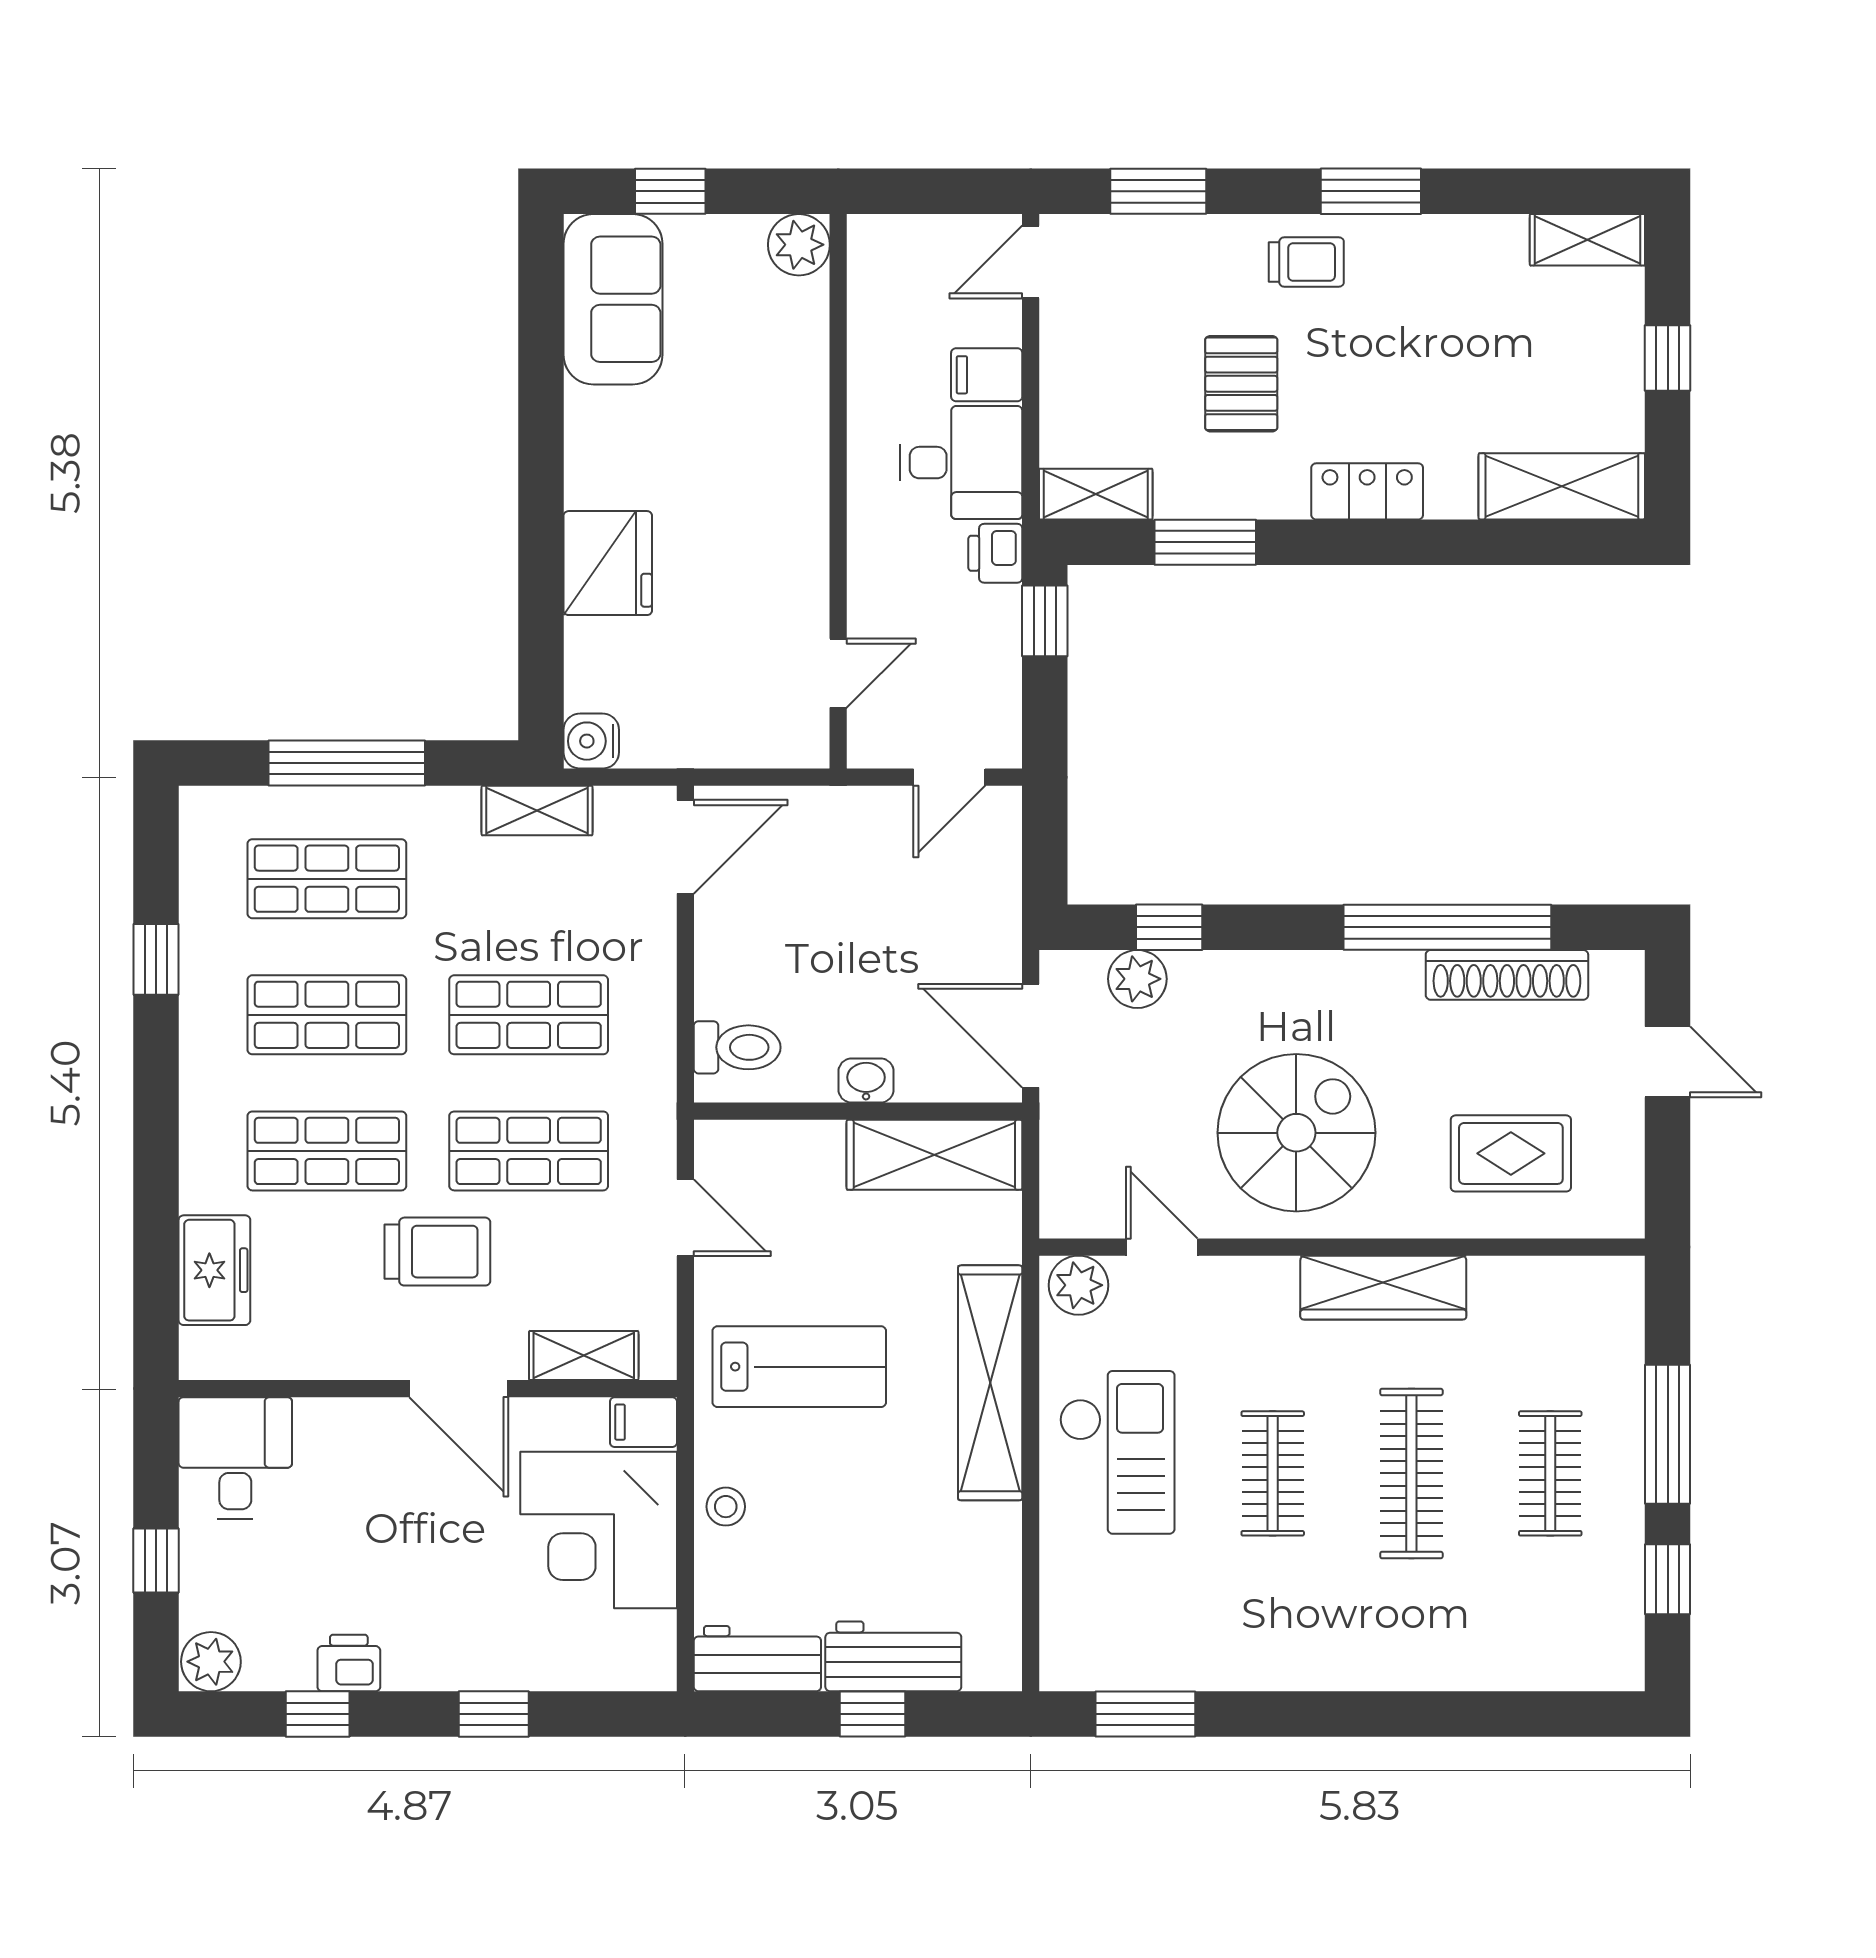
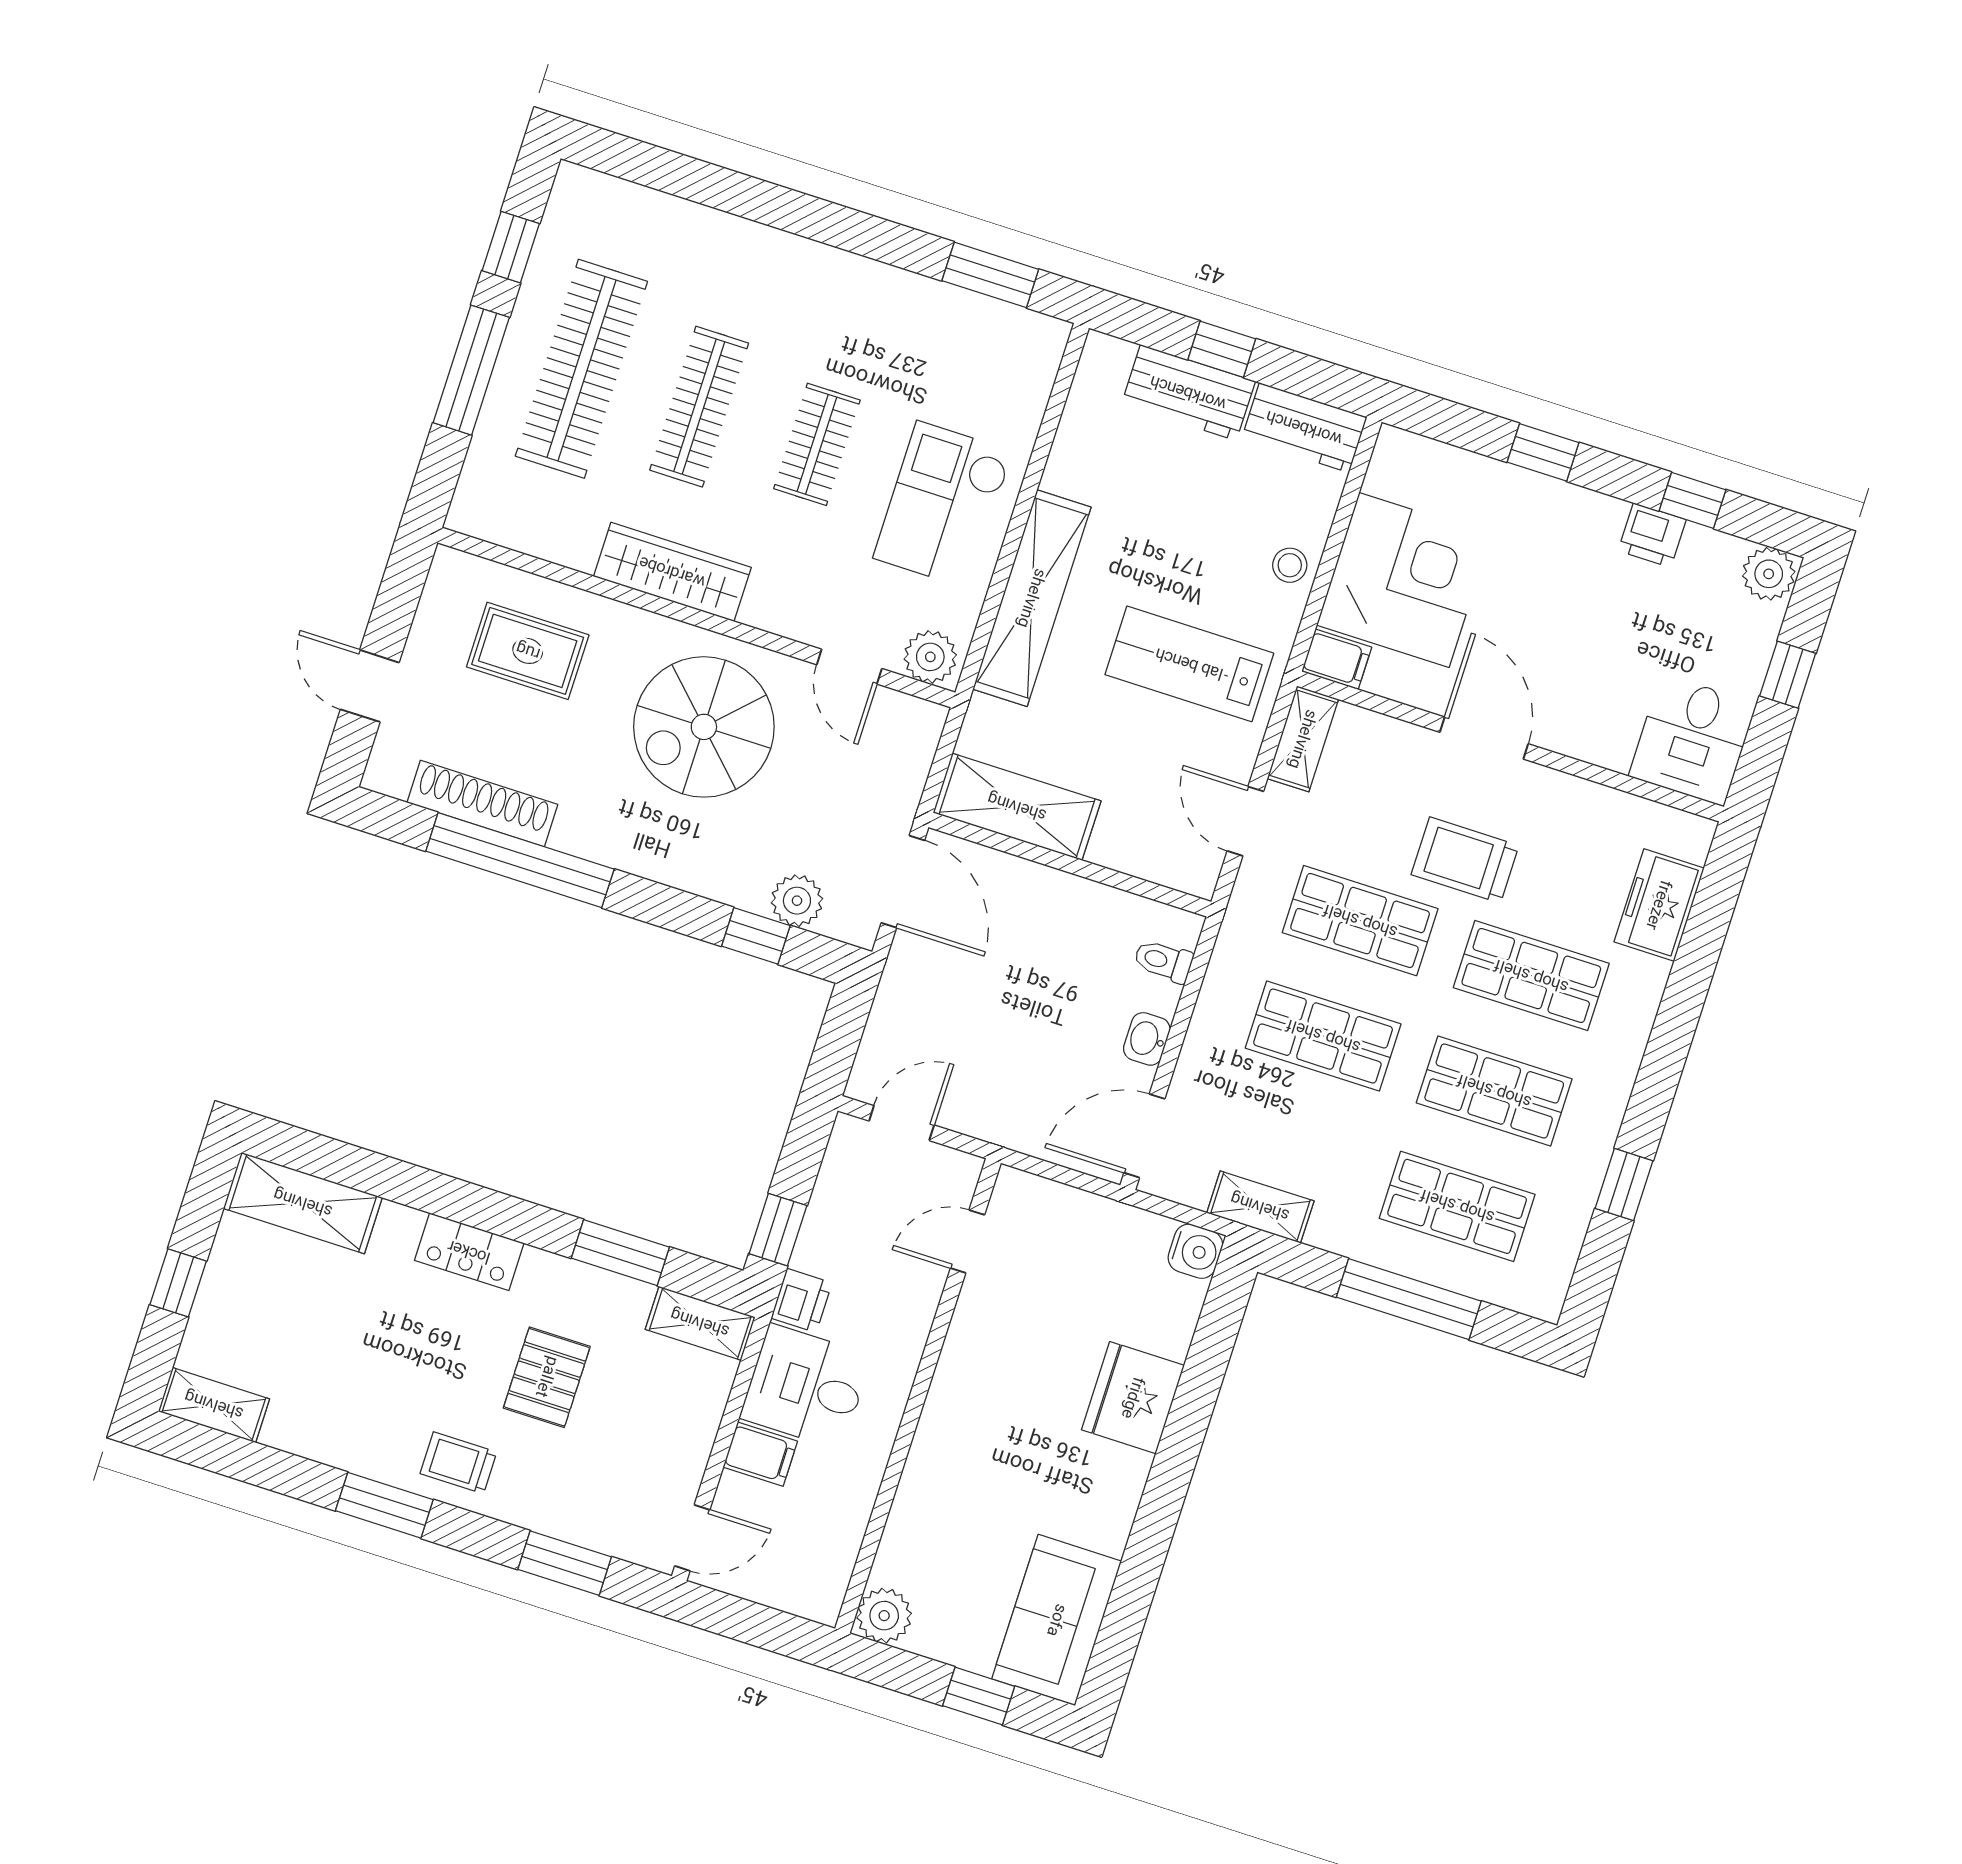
toilet: (737, 1047) -> (1163, 961), width x0.73, depth x0.72
washbasin: (866, 1080) -> (1147, 1039), moved, turned 90
shelving: (584, 1355) -> (1303, 739), moved, turned 90
clothes rail: (1550, 1473) -> (581, 369), width x1.86, depth x1.31

